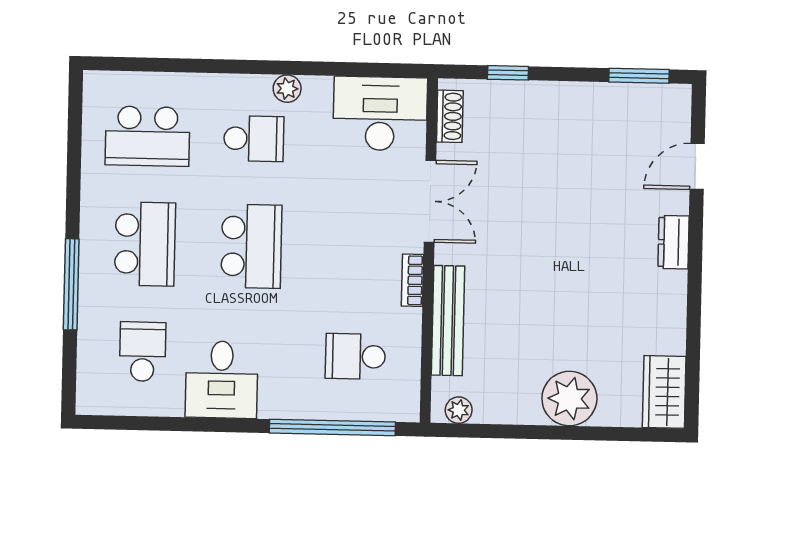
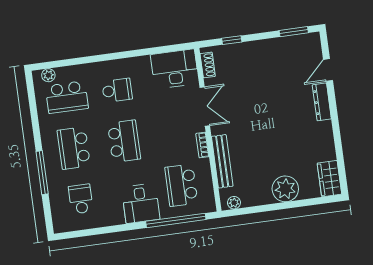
plant: (287, 89) -> (48, 75), moved
dresser: (674, 242) -> (322, 102), width x1.44
school desk: (145, 244) -> (74, 148), turned 180
school desk: (355, 356) -> (181, 185), width x1.85
desk: (222, 380) -> (141, 203), moved

